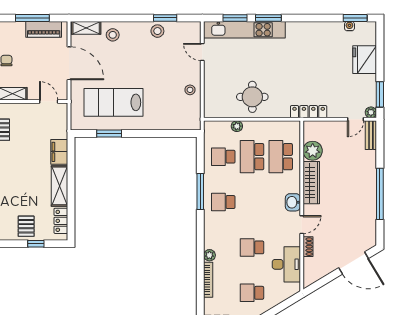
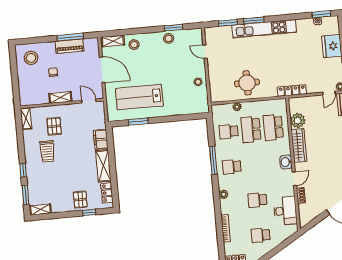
piano: (44, 29) -> (69, 46), moved
kitchen unit: (244, 30) -> (264, 29), moved
plant: (209, 255) -> (224, 194), moved

